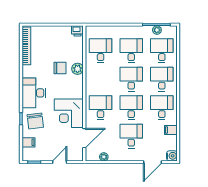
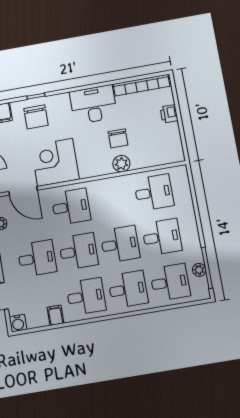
printer: (77, 31) -> (169, 114), moved
desk: (34, 93) -> (93, 105), moved
chair: (35, 121) -> (36, 117), turned -83

